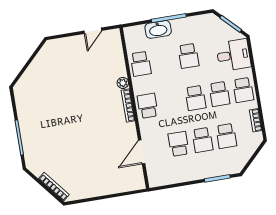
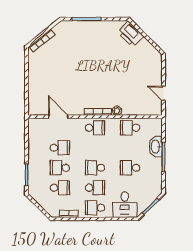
printer: (29, 82) -> (131, 34), added
school desk: (219, 94) -> (95, 188), turned 180
school desk: (226, 136) -> (60, 188), turned 180

